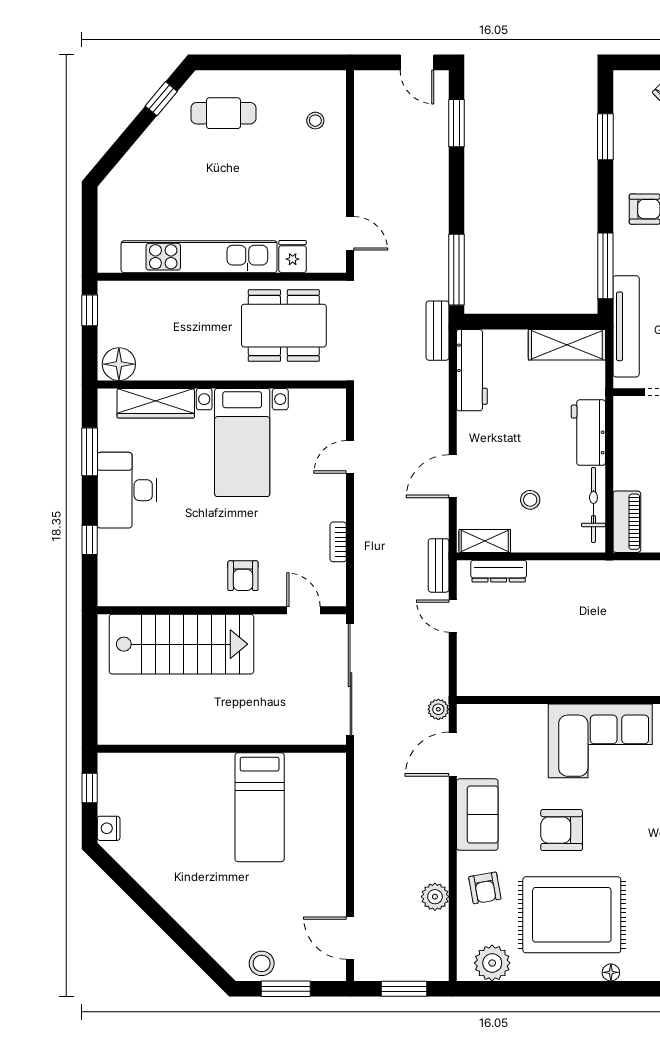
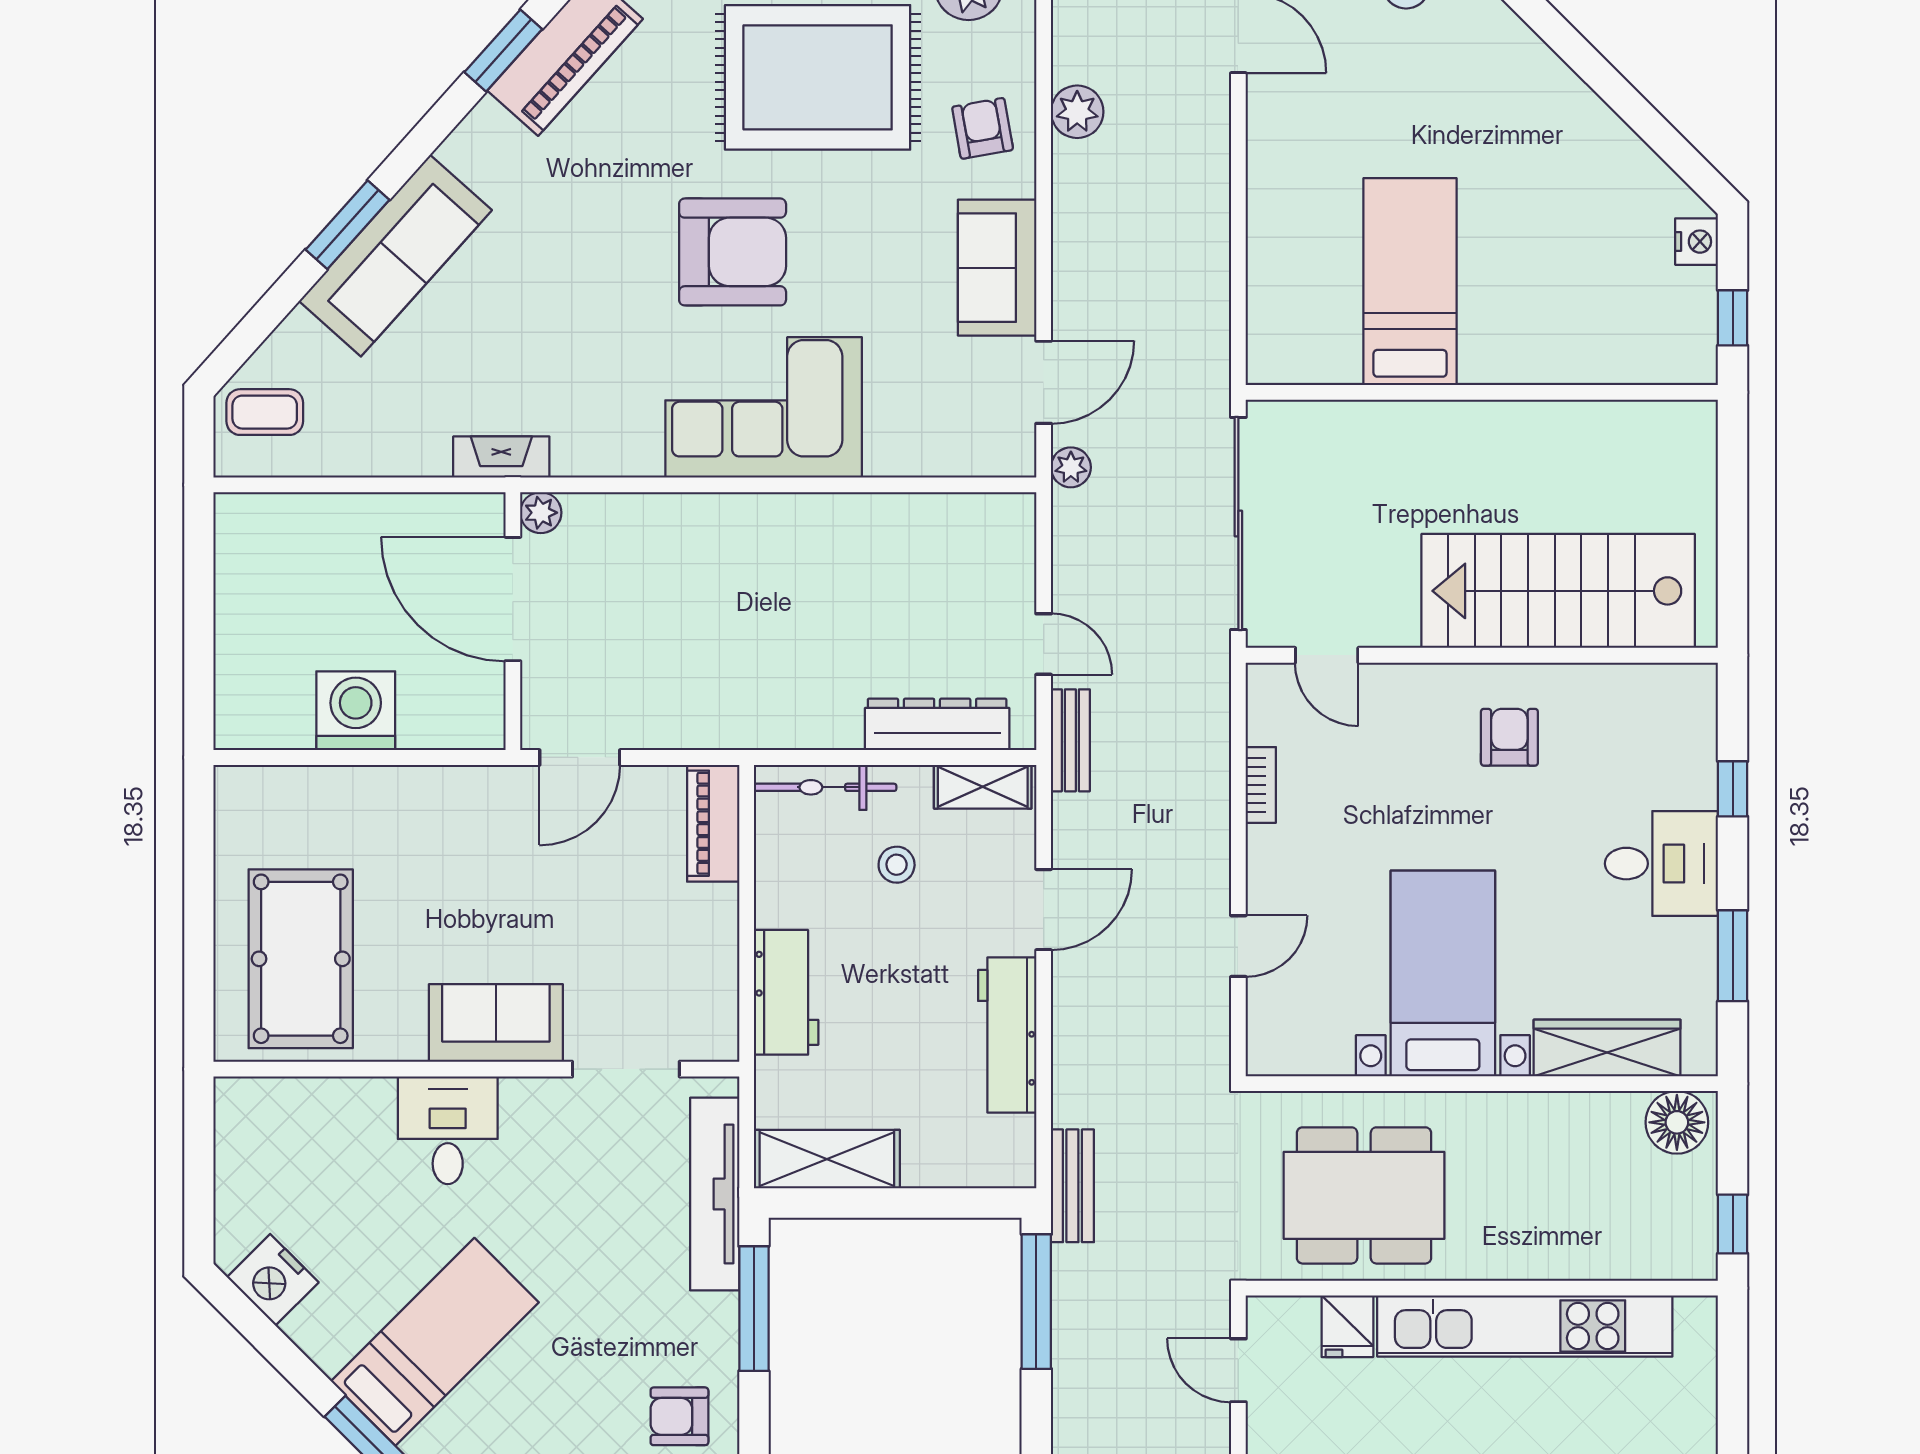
workbench: (472, 370) -> (1007, 1035), moved
desk: (127, 490) -> (1661, 864), width x0.73
bicycle: (593, 505) -> (825, 787), moved, turned 90
dresser: (499, 571) -> (937, 724), width x1.37, depth x1.24
armchair: (243, 576) -> (1509, 737), moved
armchair: (562, 830) -> (733, 252), moved, width x1.36, depth x1.36

